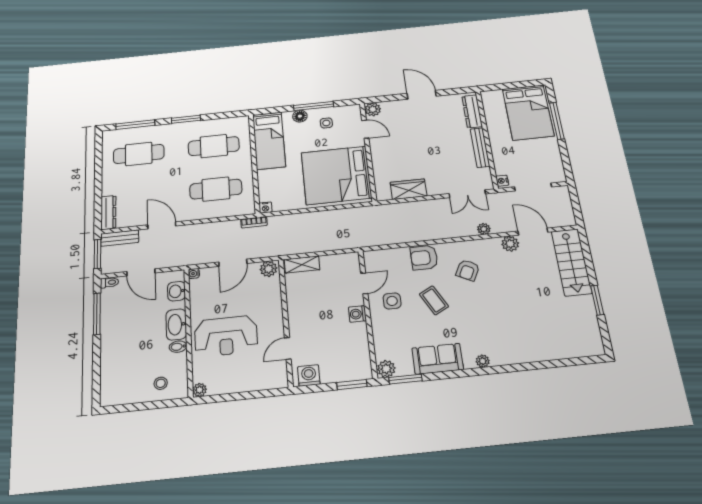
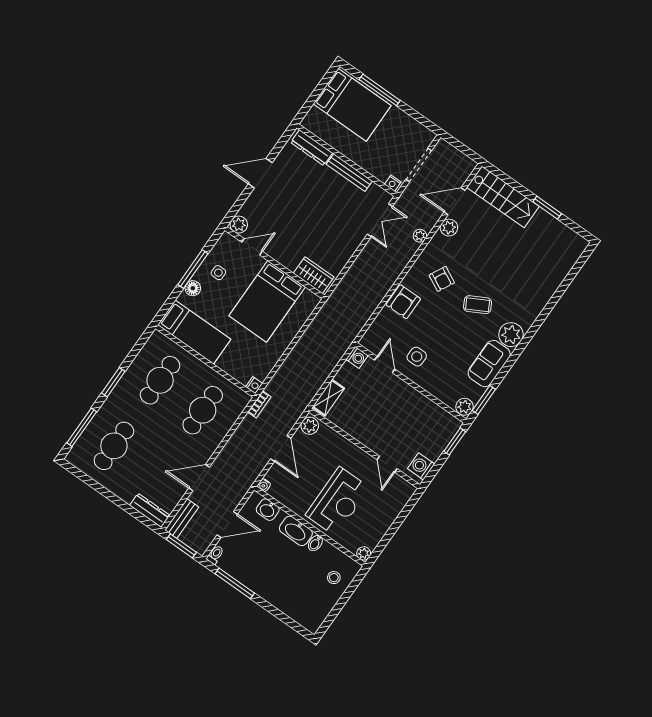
bed: (336, 175) -> (267, 301), width x0.73
wardrobe: (408, 189) -> (314, 275), moved, turned 90
coffee table: (434, 300) -> (478, 305), moved
washing machine: (357, 314) -> (357, 357), moved, turned -90
plant: (483, 361) -> (511, 335), width x1.88, depth x1.88

